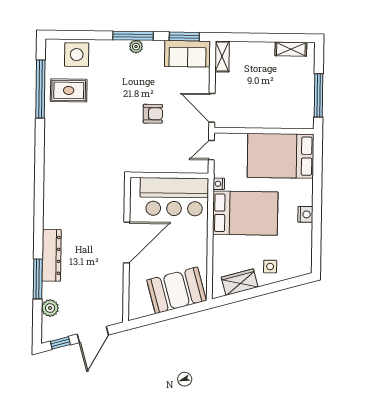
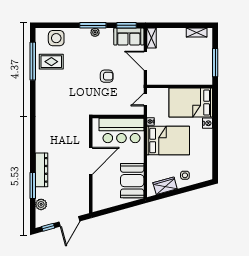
door: (212, 108) -> (145, 61), moved
nightstand: (305, 214) -> (208, 123), moved
booth: (176, 290) -> (132, 181), moved, turned -75

